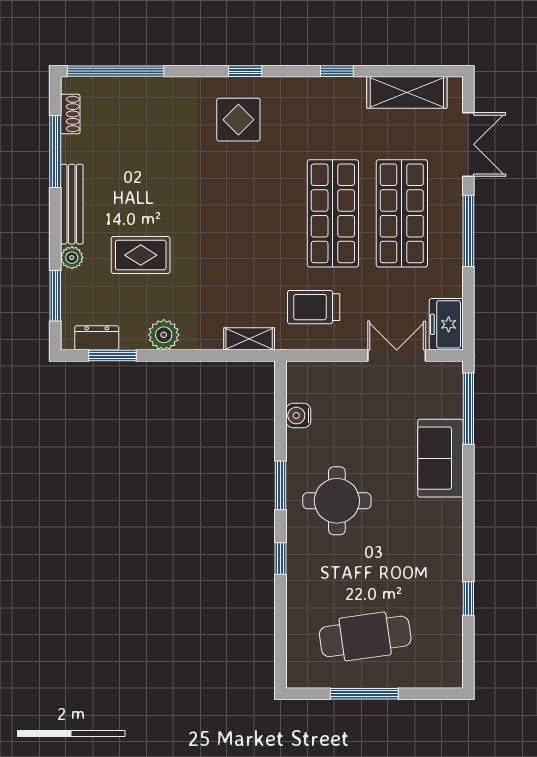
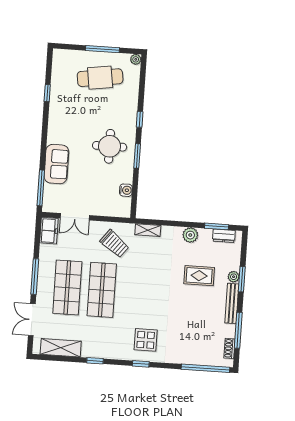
window: (55, 296) -> (242, 279), moved
trolley: (314, 307) -> (115, 244), turned 38
plant: (297, 678) -> (136, 59), added

